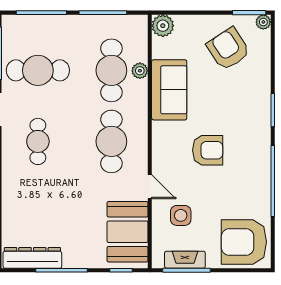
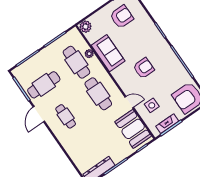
armchair: (228, 49) -> (122, 17), turned 123

